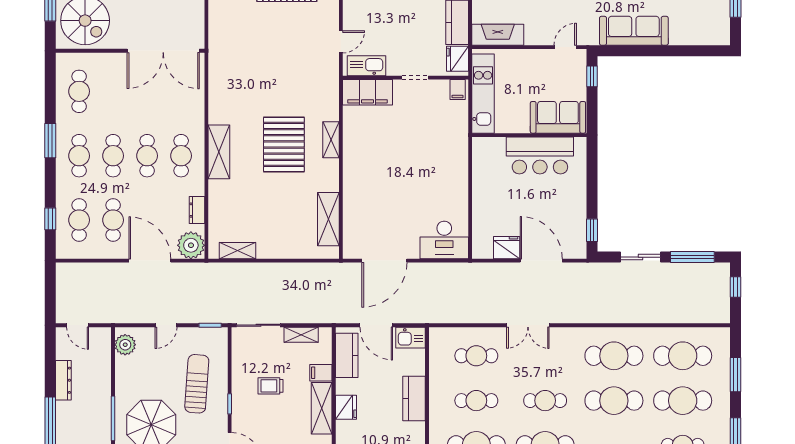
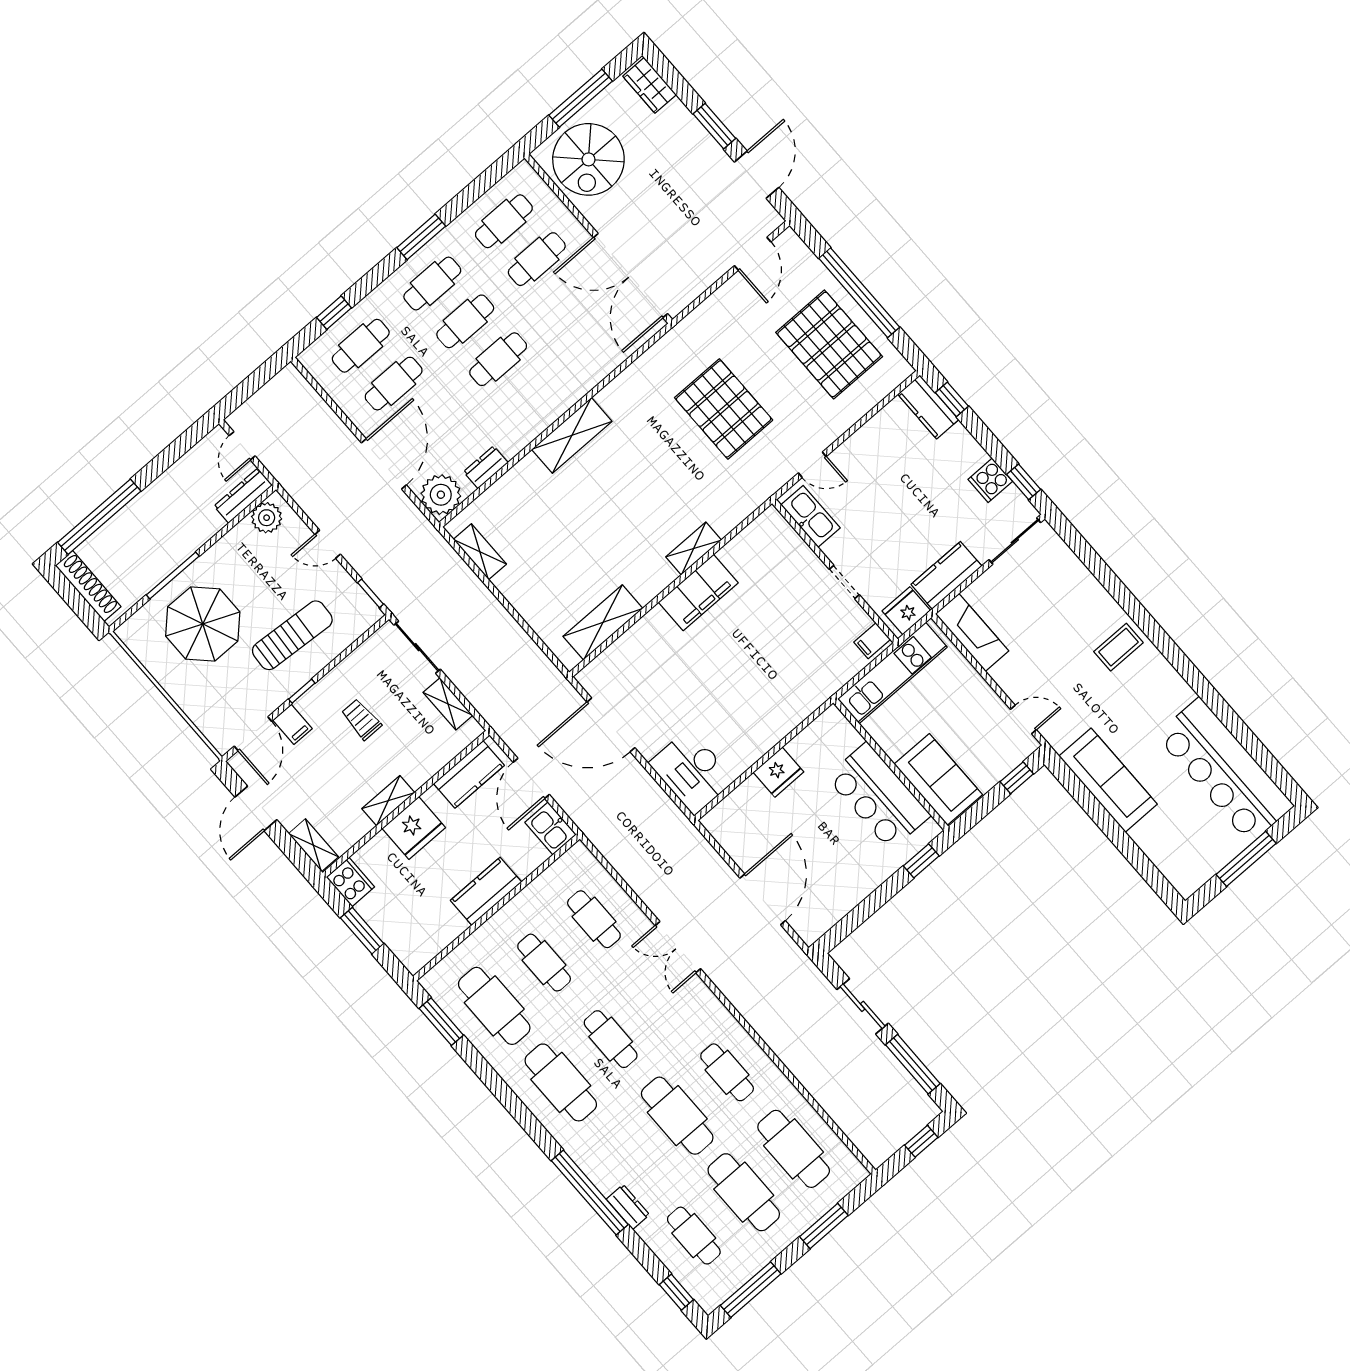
filing cabinet: (367, 92) -> (698, 592), moved, turned -90
pallet: (284, 144) -> (724, 409), moved, turned 90
cafe table: (181, 156) -> (537, 259), moved
window: (592, 230) -> (921, 861), moved
fridge: (507, 248) -> (778, 772), moved, turned 90
cafe table: (614, 356) -> (727, 1072), width x0.73, depth x0.74
filing cabinet: (321, 373) -> (293, 724), moved, turned 180
dresser: (63, 380) -> (243, 496), moved, turned 180
fridge: (346, 407) -> (414, 828), width x1.36, depth x1.34
shelving: (322, 408) -> (388, 801), width x0.67, depth x0.75

